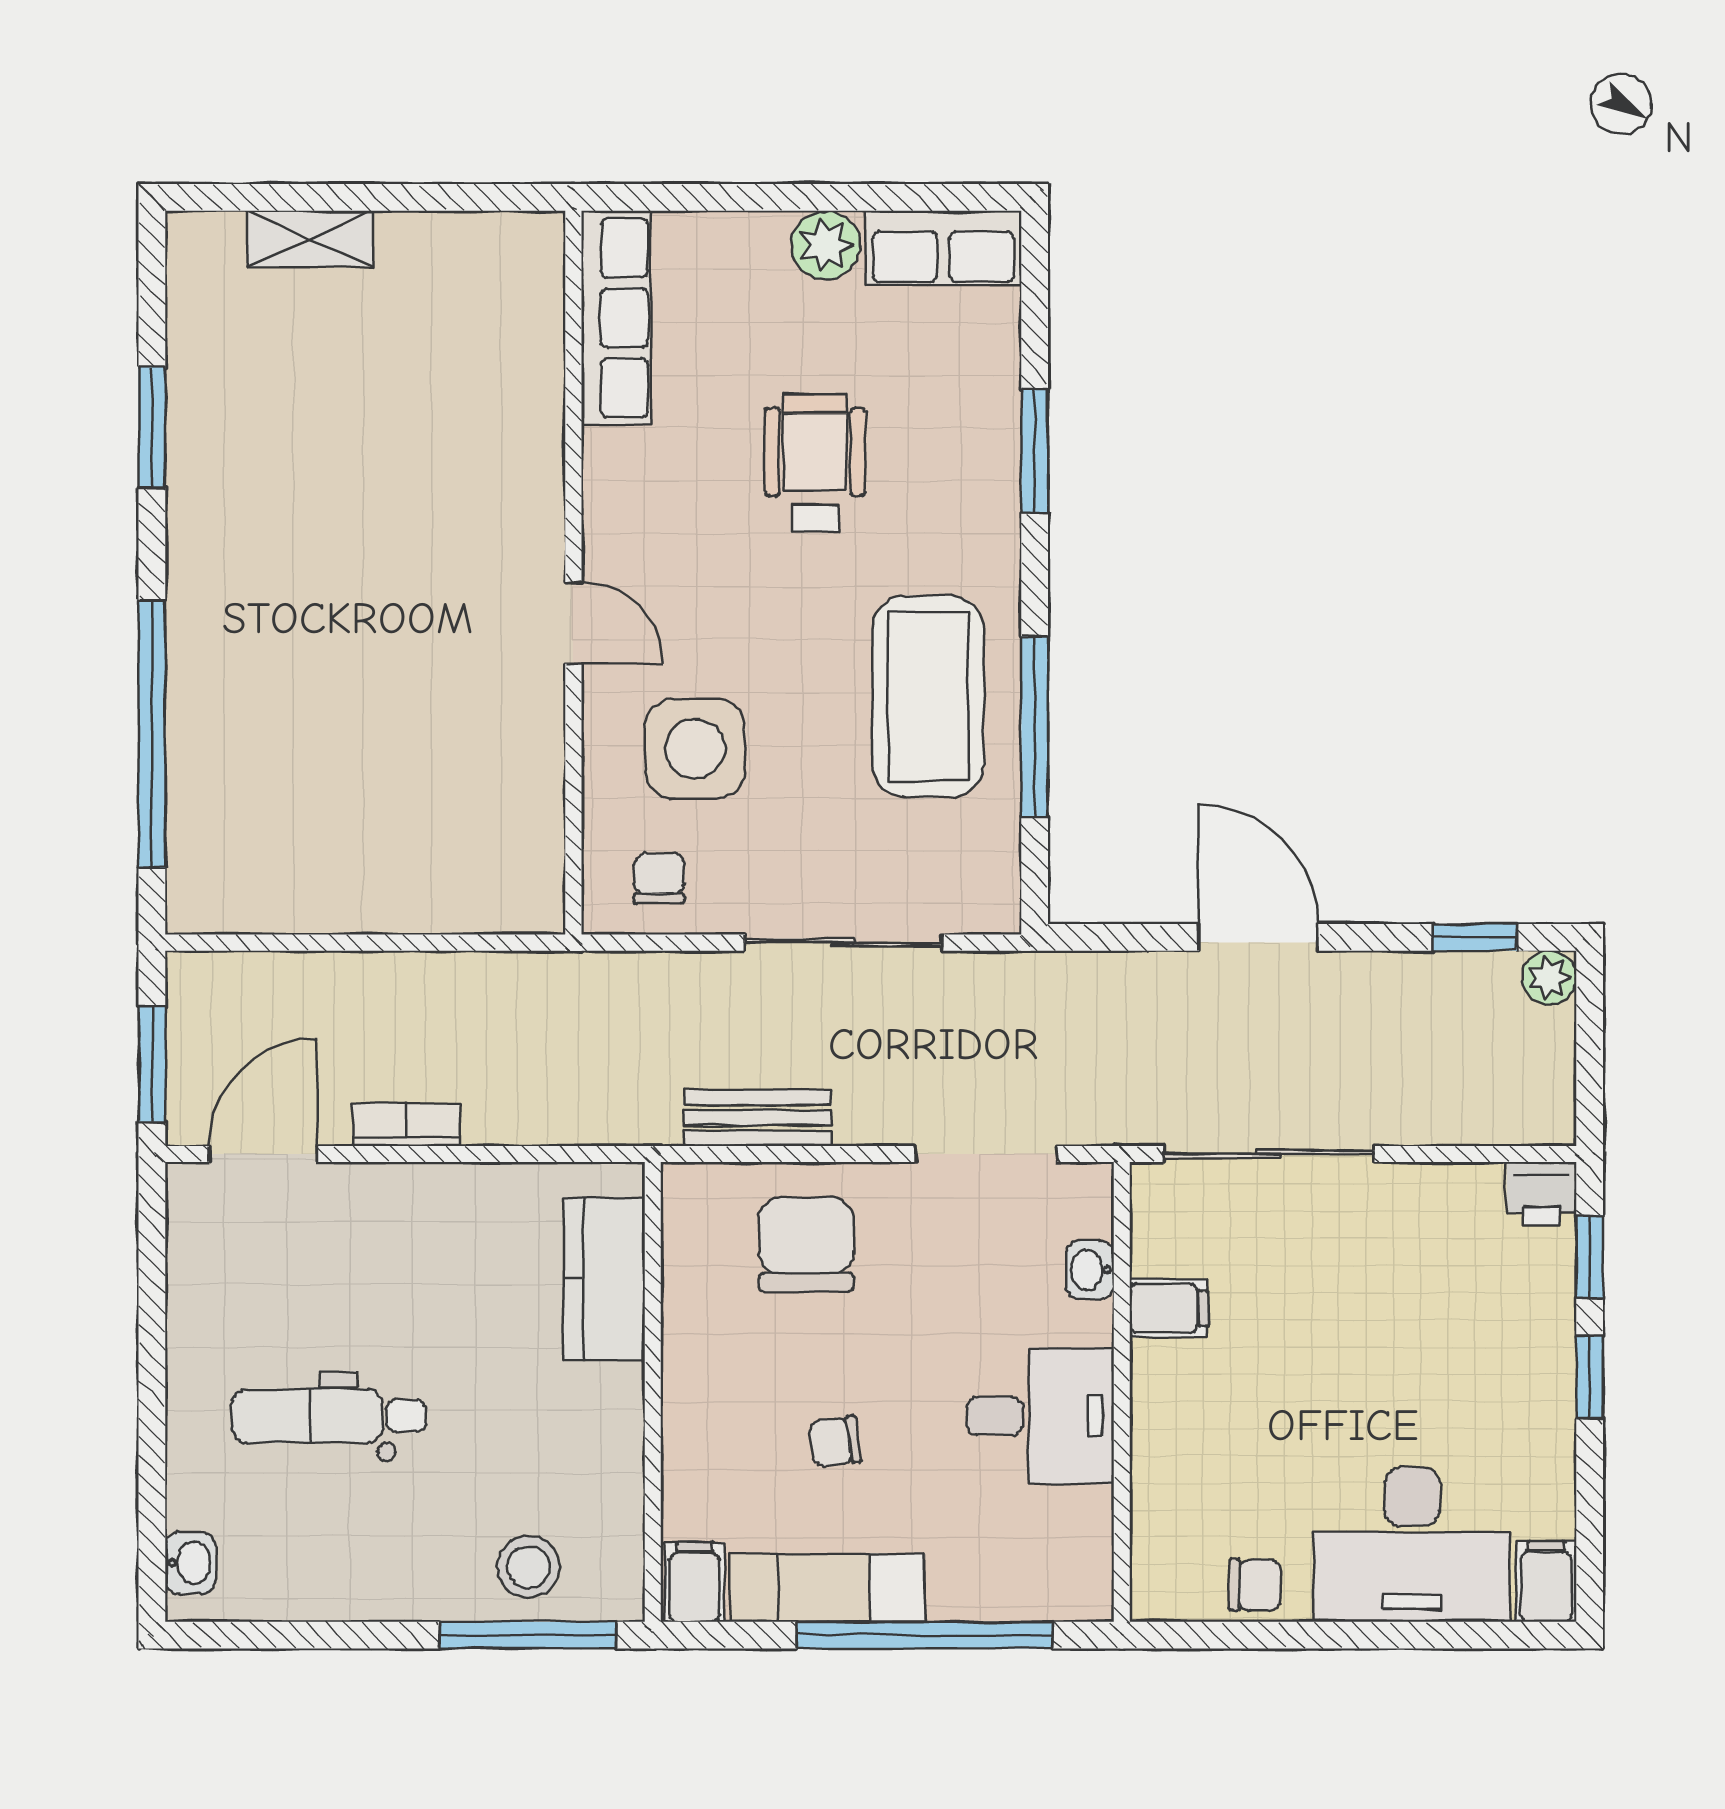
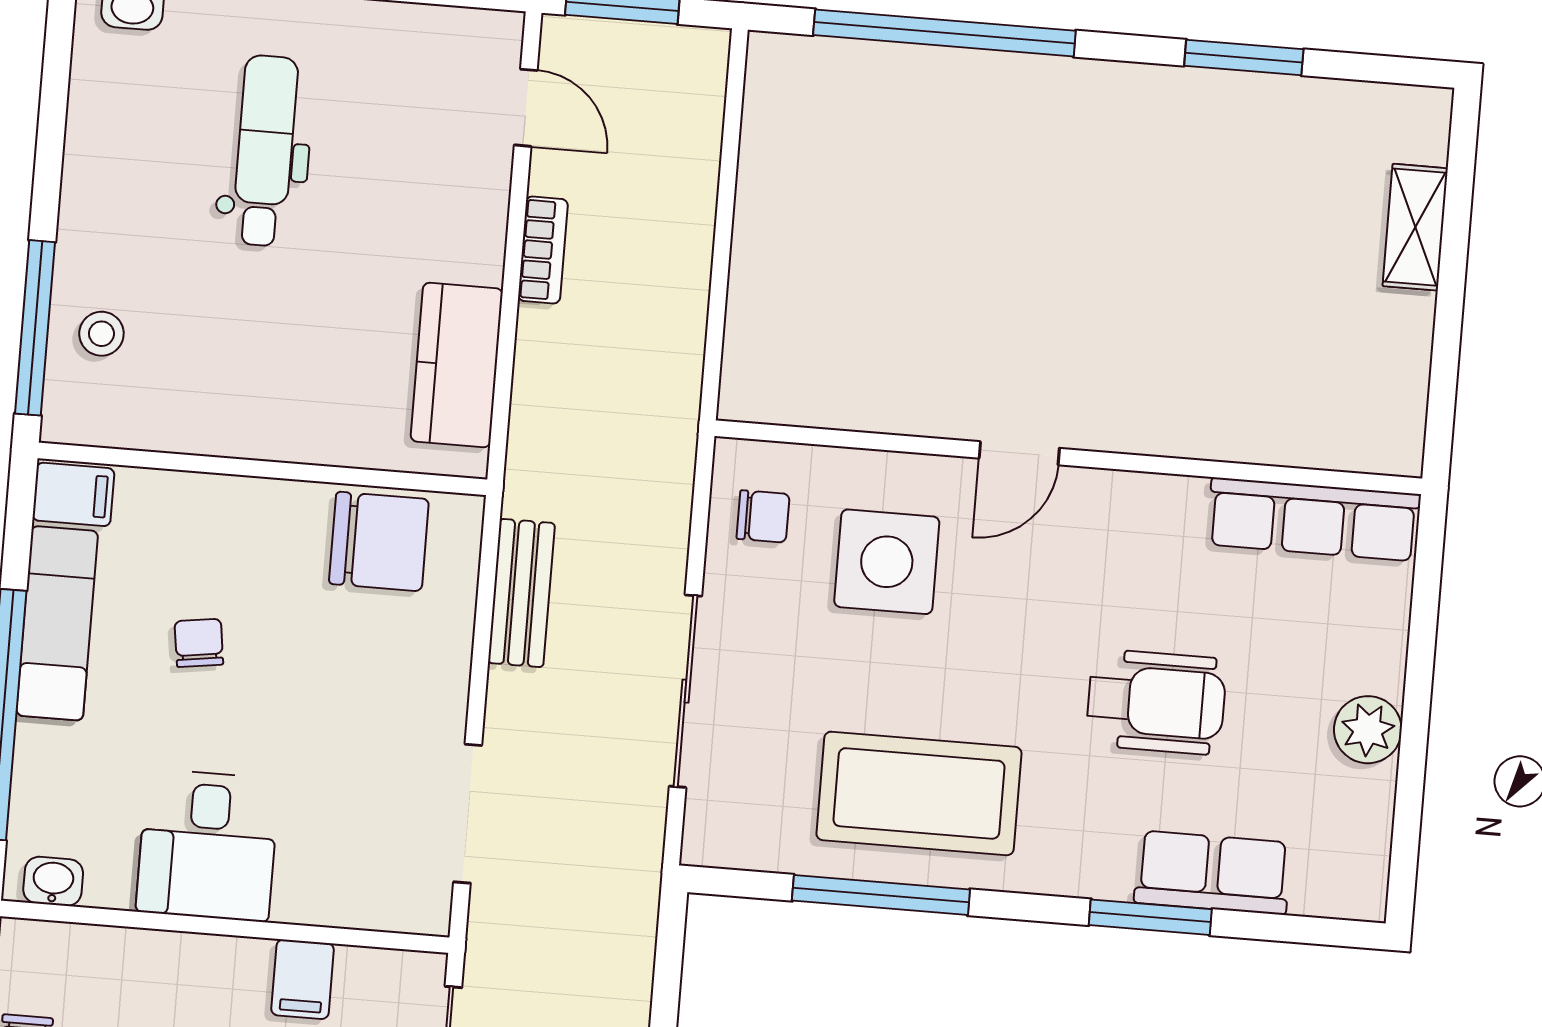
row of seats: (943, 248) -> (1213, 873), moved, turned 90
door: (263, 1154) -> (526, 108), width x0.73
chair: (806, 1244) -> (379, 541), moved
washbasin: (1090, 1270) -> (53, 881), moved
kitchen counter: (604, 1279) -> (457, 365), moved, turned -90
stool: (529, 1567) -> (101, 334), width x0.73, depth x0.73

